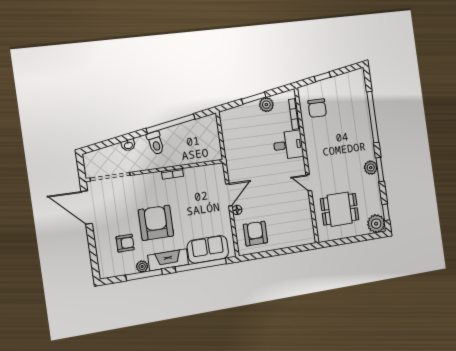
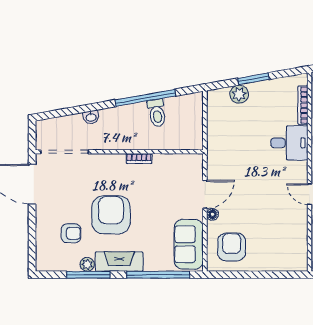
plant: (266, 105) -> (239, 94), moved
toilet: (156, 143) -> (157, 113), moved
sofa: (208, 249) -> (189, 244), moved, turned -90

